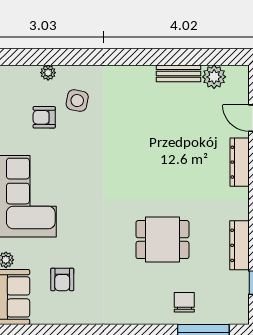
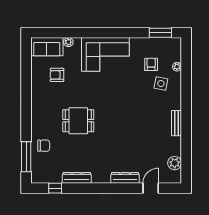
bench: (179, 73) -> (177, 123), moved
dining table: (162, 240) -> (78, 121), moved, turned 90

